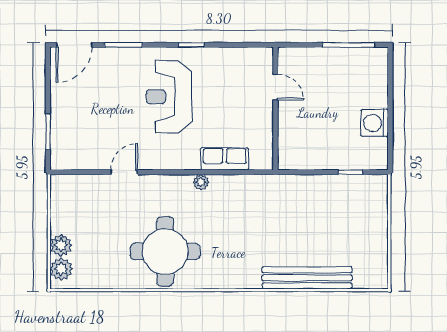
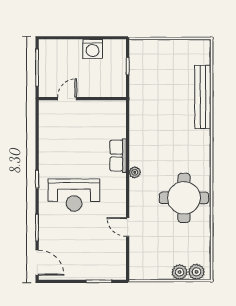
door: (275, 87) -> (67, 99), moved
wall: (275, 108) -> (82, 99), moved

